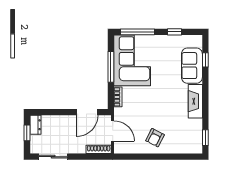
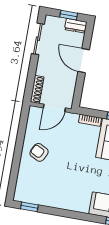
fireplace: (195, 101) -> (71, 203), removed
door: (87, 112) -> (84, 61), moved

